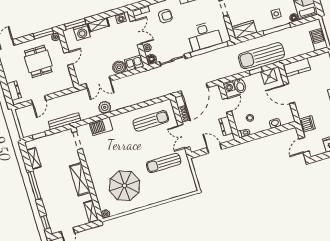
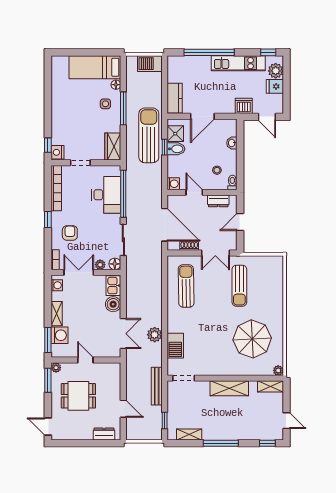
sun lounger: (261, 56) -> (149, 135), turned 180
bidet: (240, 86) -> (176, 149), moved

